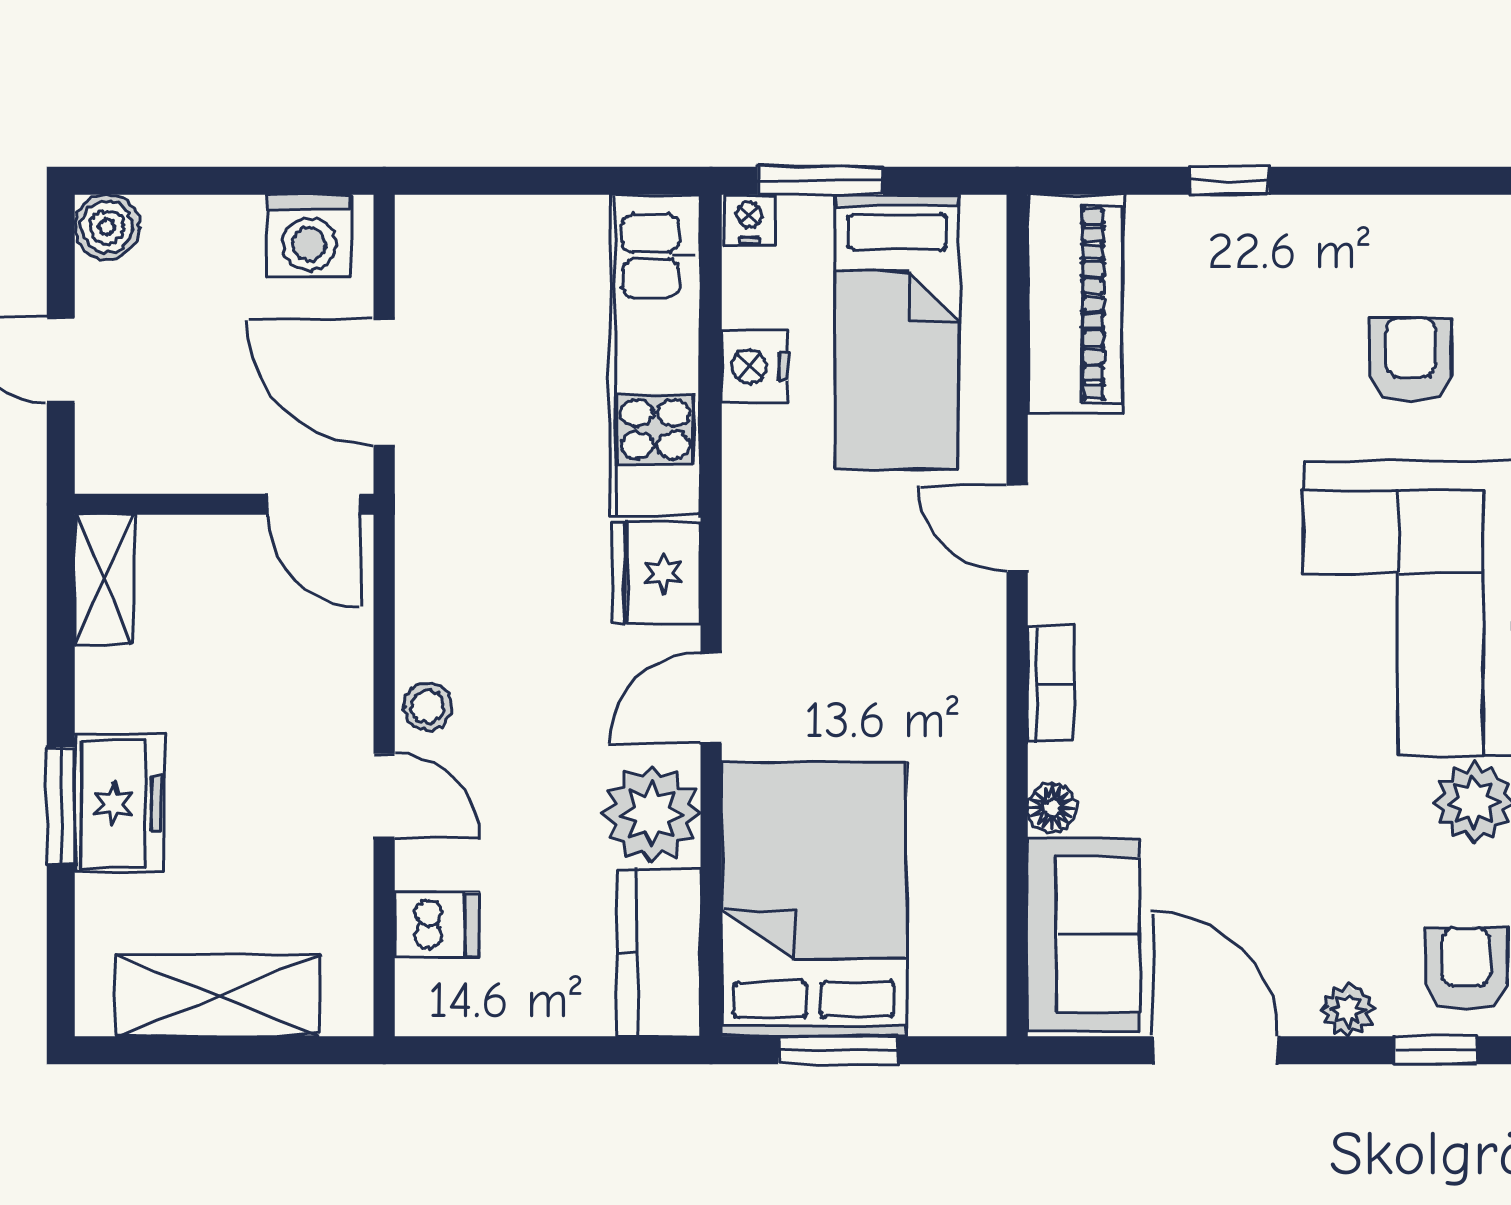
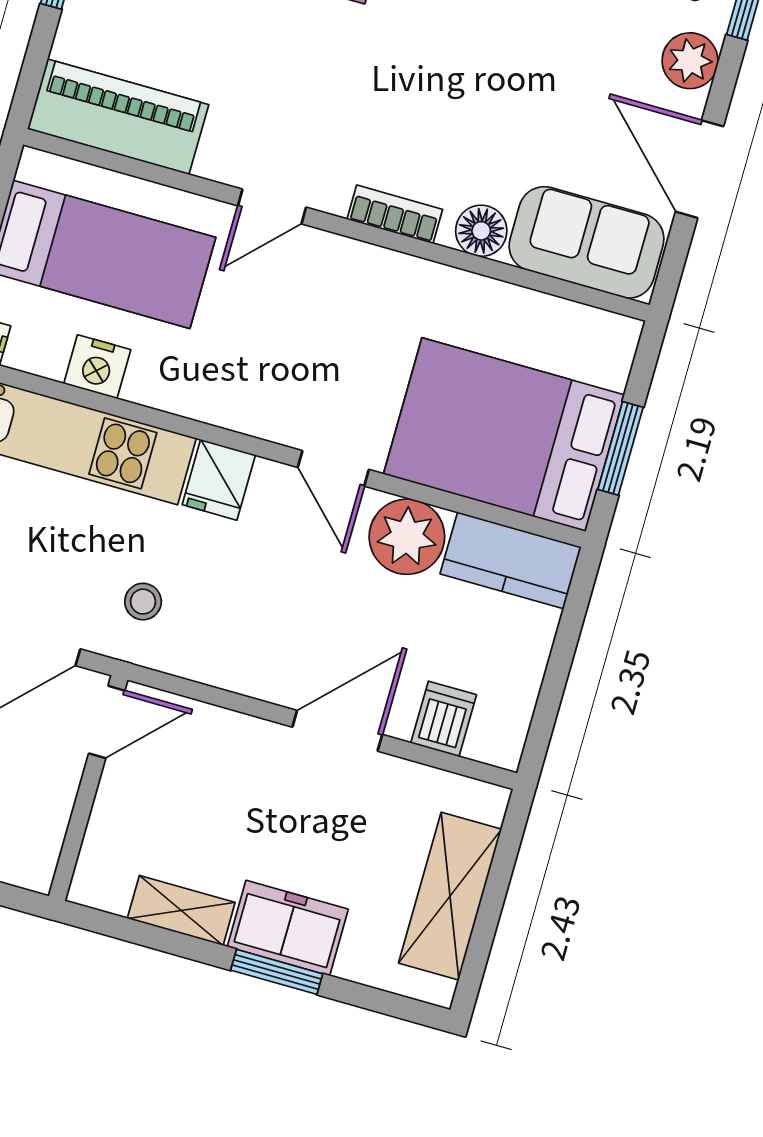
fridge: (656, 573) -> (219, 480), width x0.72
shelving: (104, 580) -> (181, 910), moved
stool: (428, 706) -> (143, 602), moved
door: (384, 796) -> (337, 731), width x1.38
floor lamp: (1052, 808) -> (481, 231), width x1.37, depth x1.37
plant: (1348, 1010) -> (690, 61), width x1.38, depth x1.38
door: (1216, 1050) -> (700, 169), hinge flipped

